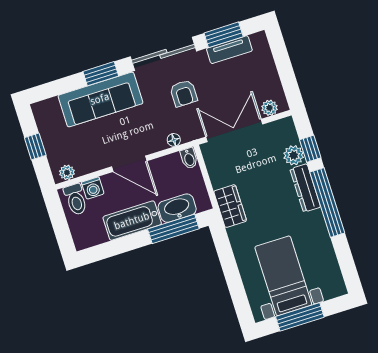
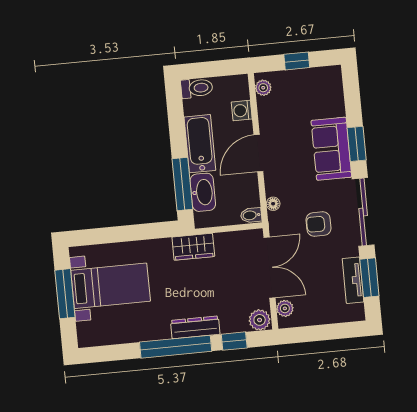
sofa: (100, 99) -> (331, 149), width x0.73
plant: (294, 155) -> (260, 320), moved
toilet: (76, 199) -> (197, 88), moved, turned 180

